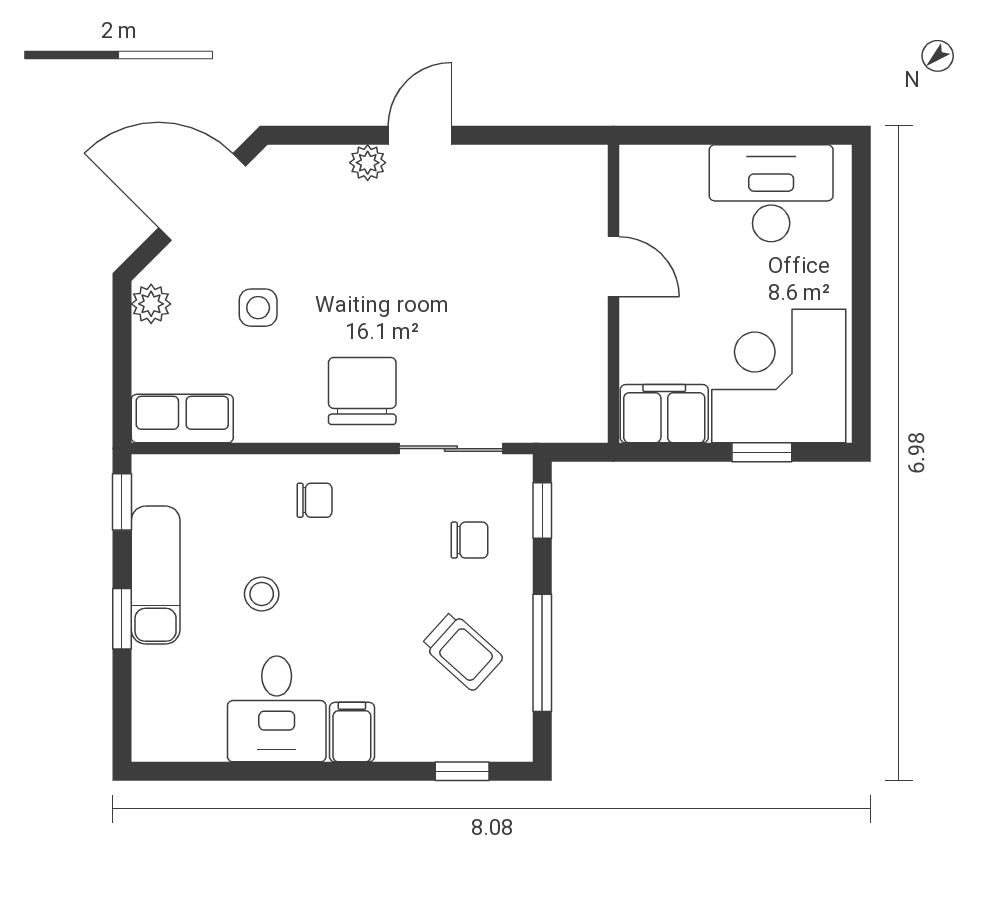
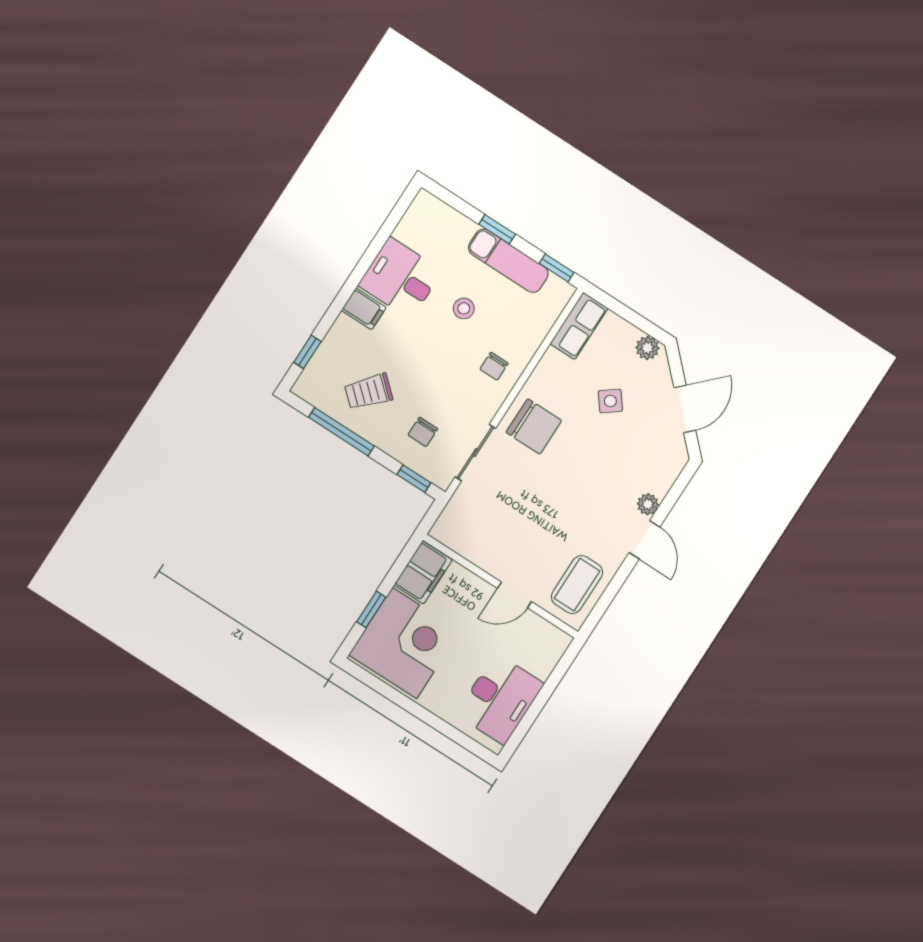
coffee table: (543, 189) -> (577, 585), added
door: (202, 197) -> (685, 409), width x0.73
side table: (258, 308) -> (610, 401), turned -37

